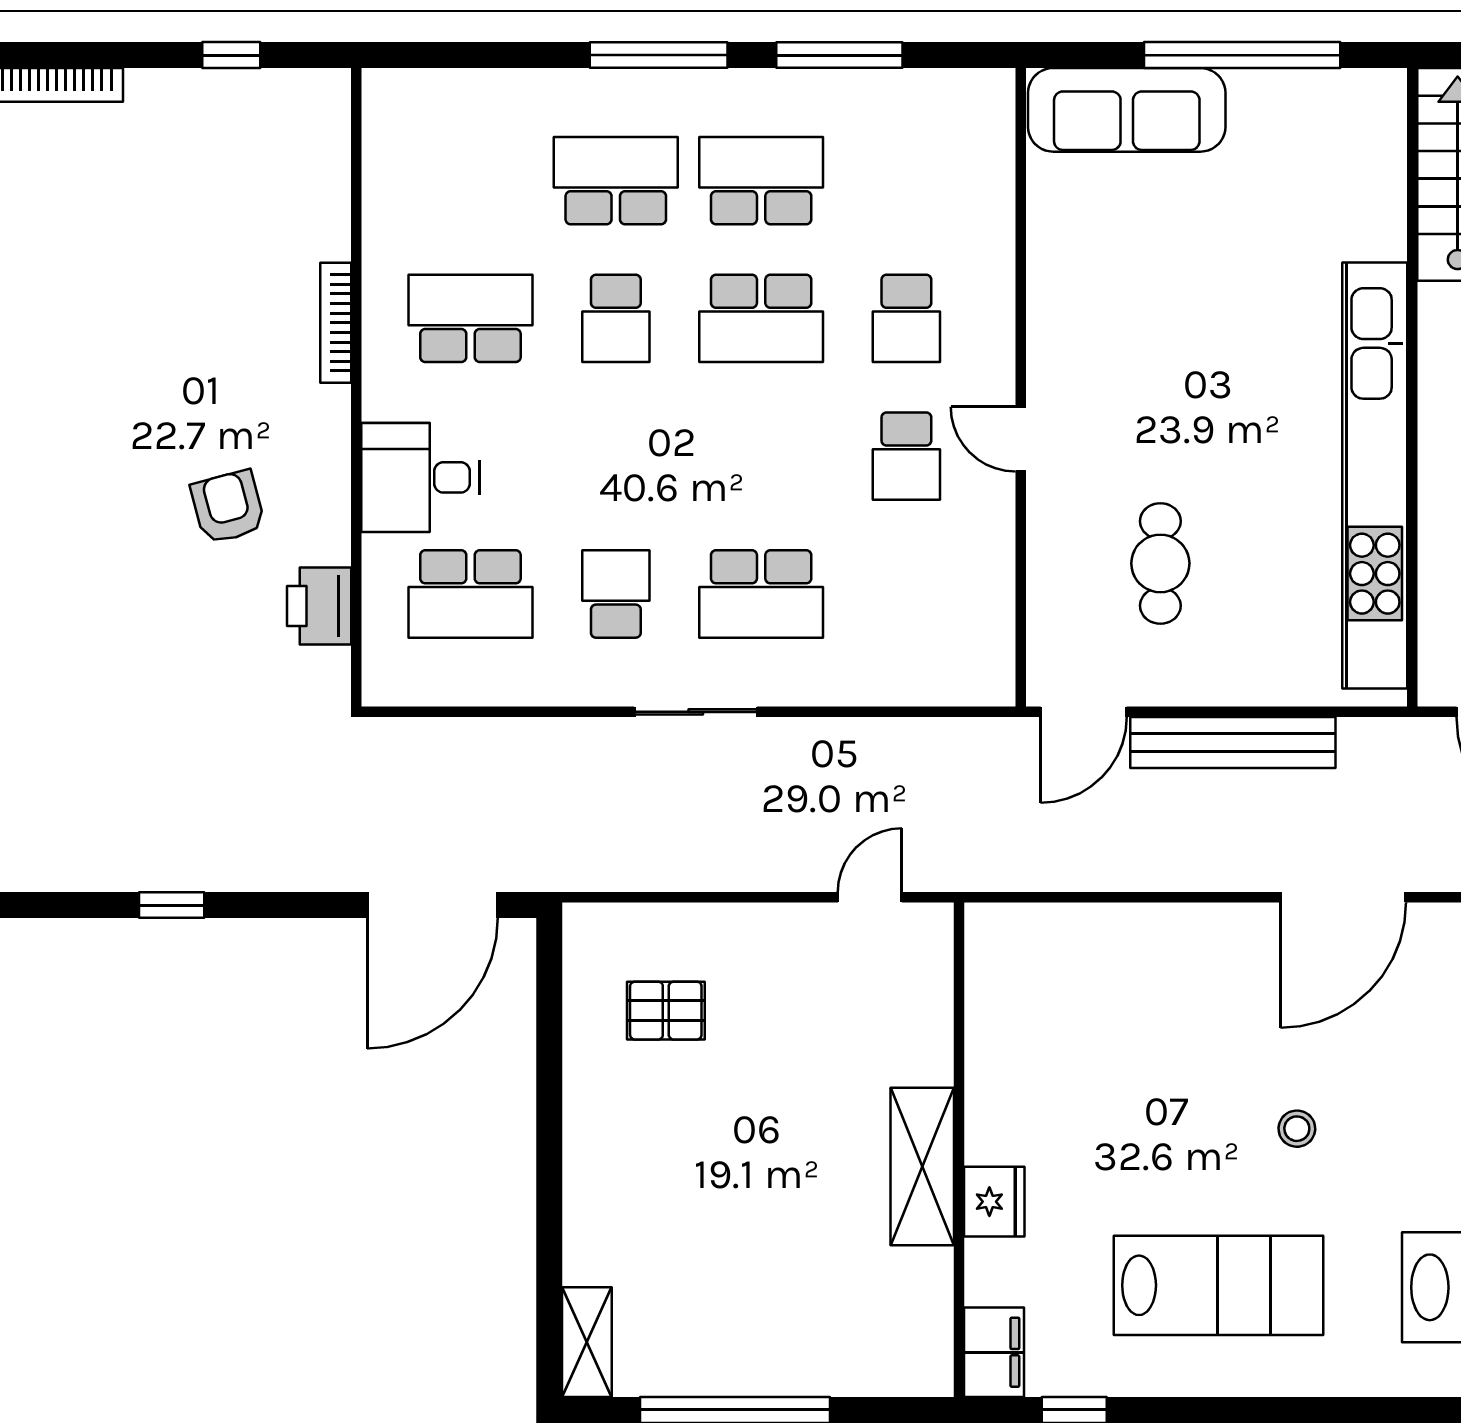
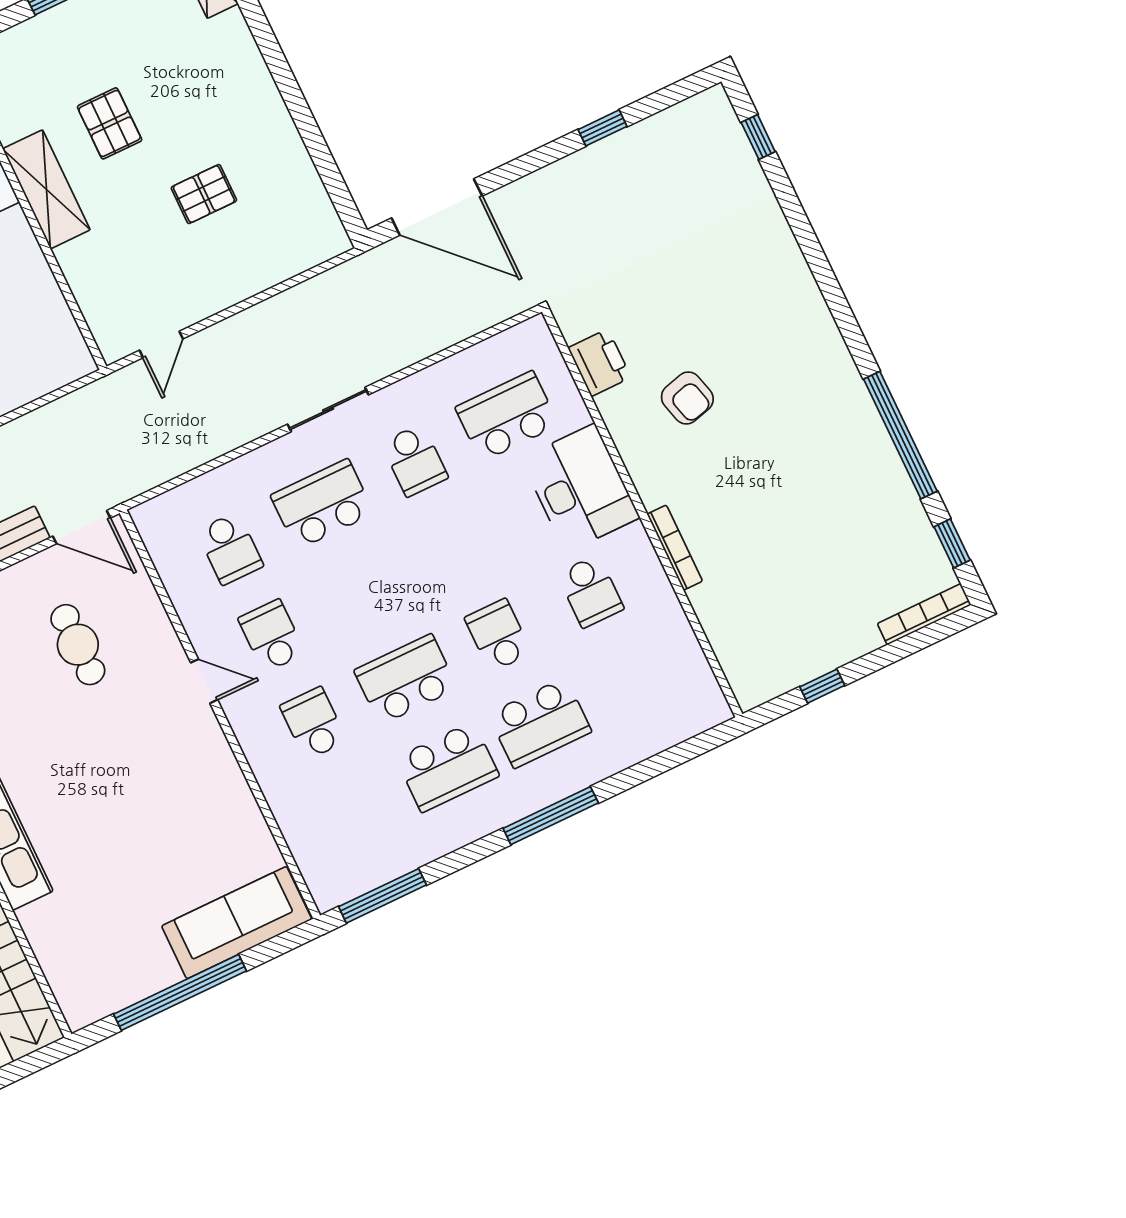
window: (839, 55) -> (383, 896), moved
school desk: (470, 318) -> (590, 591), width x0.54
desk: (420, 477) -> (580, 488), width x1.37
school desk: (906, 594) -> (230, 548), added
door: (1084, 712) -> (82, 527), swing flipped
door: (432, 905) -> (437, 207), swing flipped
pallet: (666, 1011) -> (204, 194), moved
pallet: (801, 1212) -> (110, 123), added

